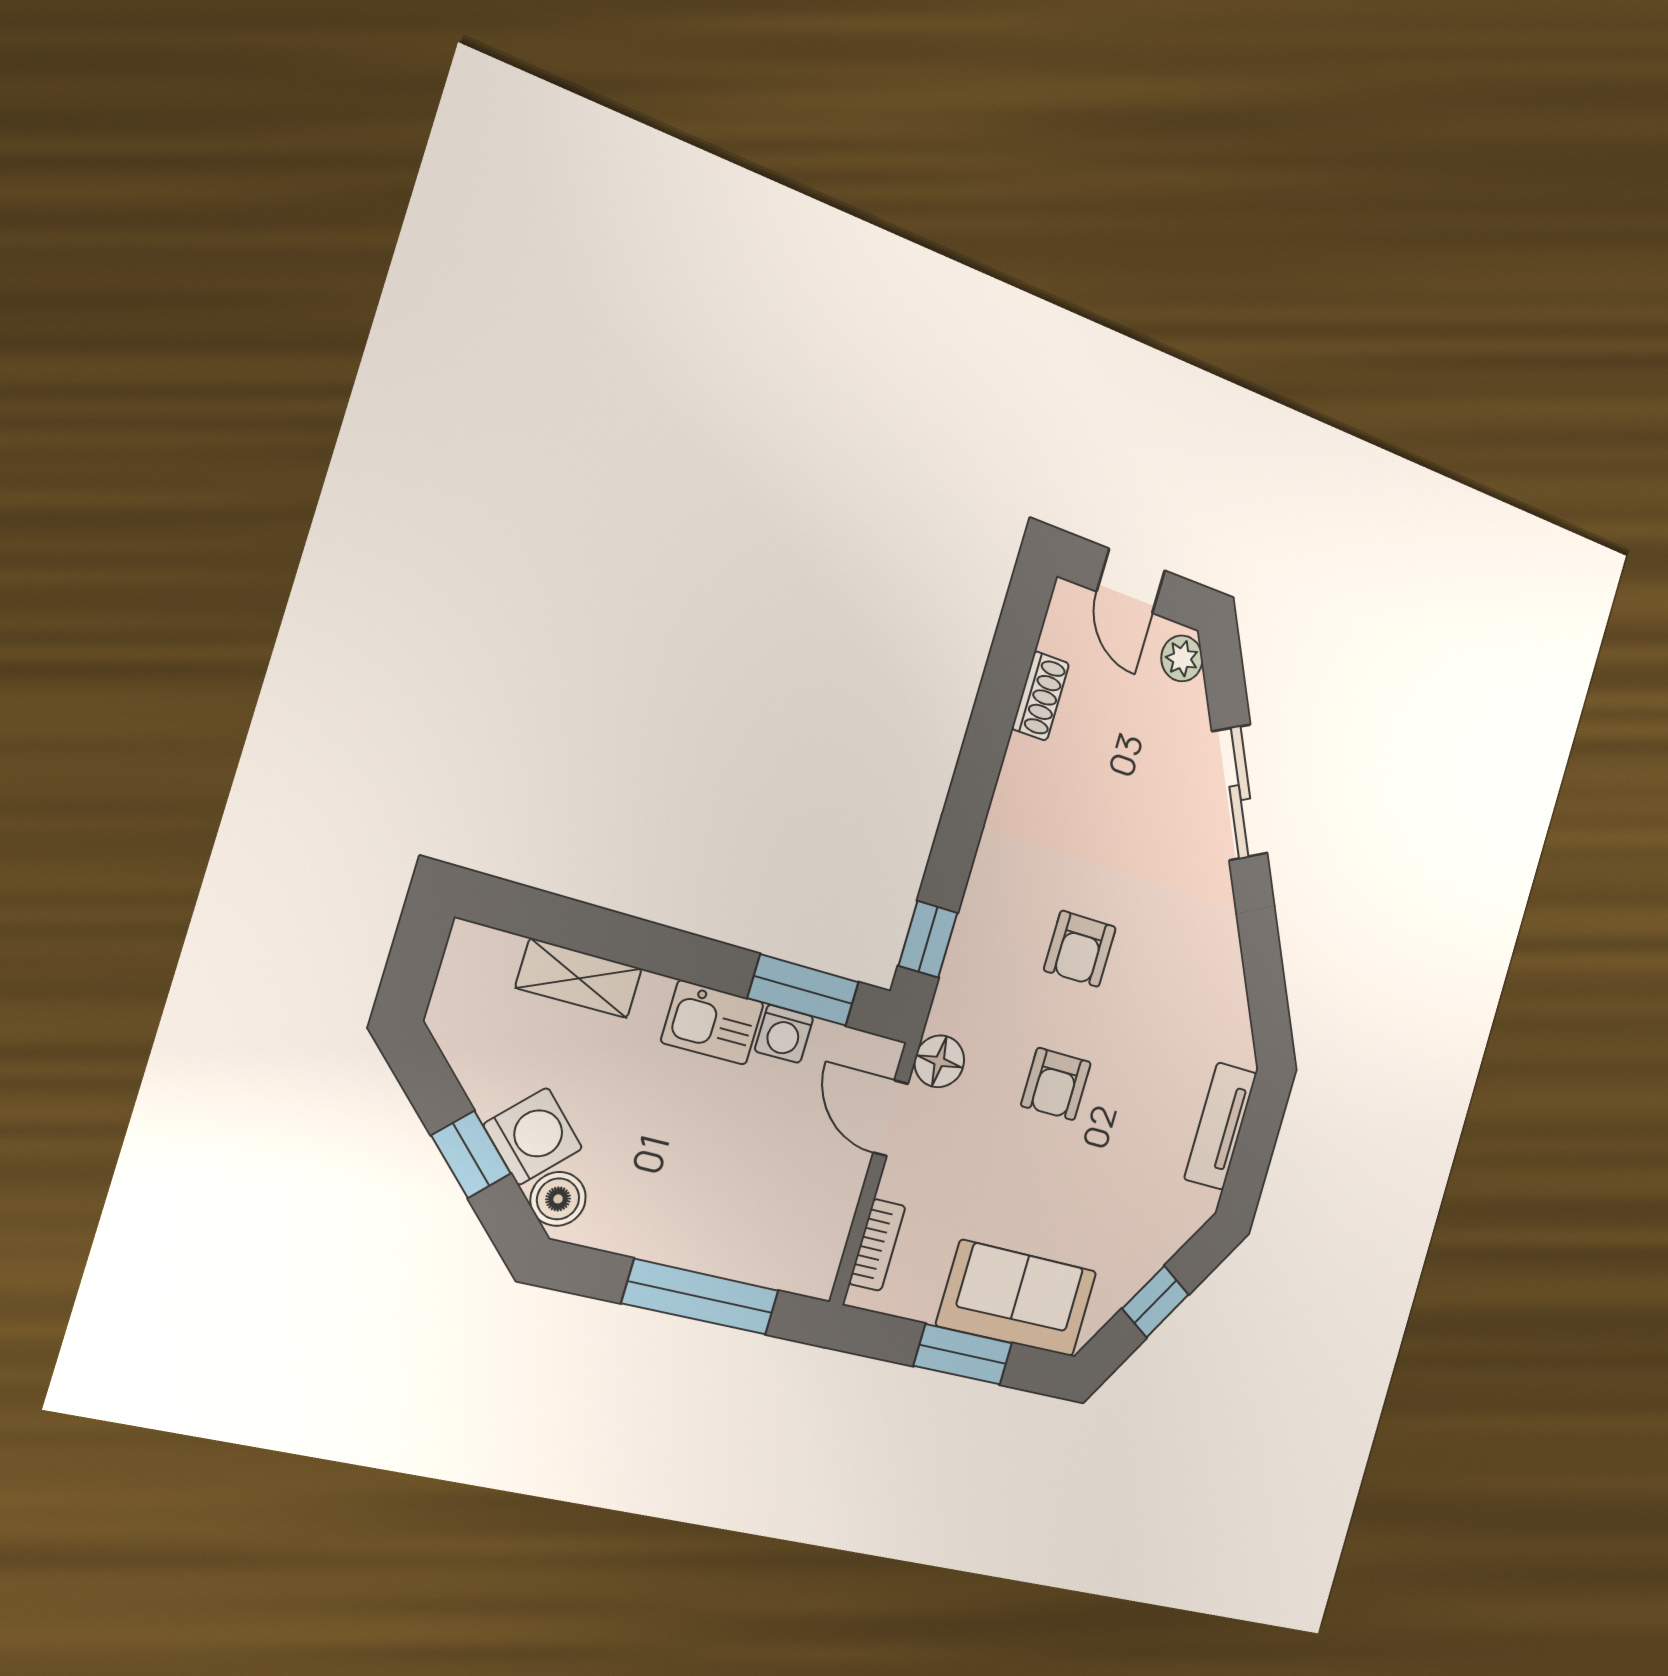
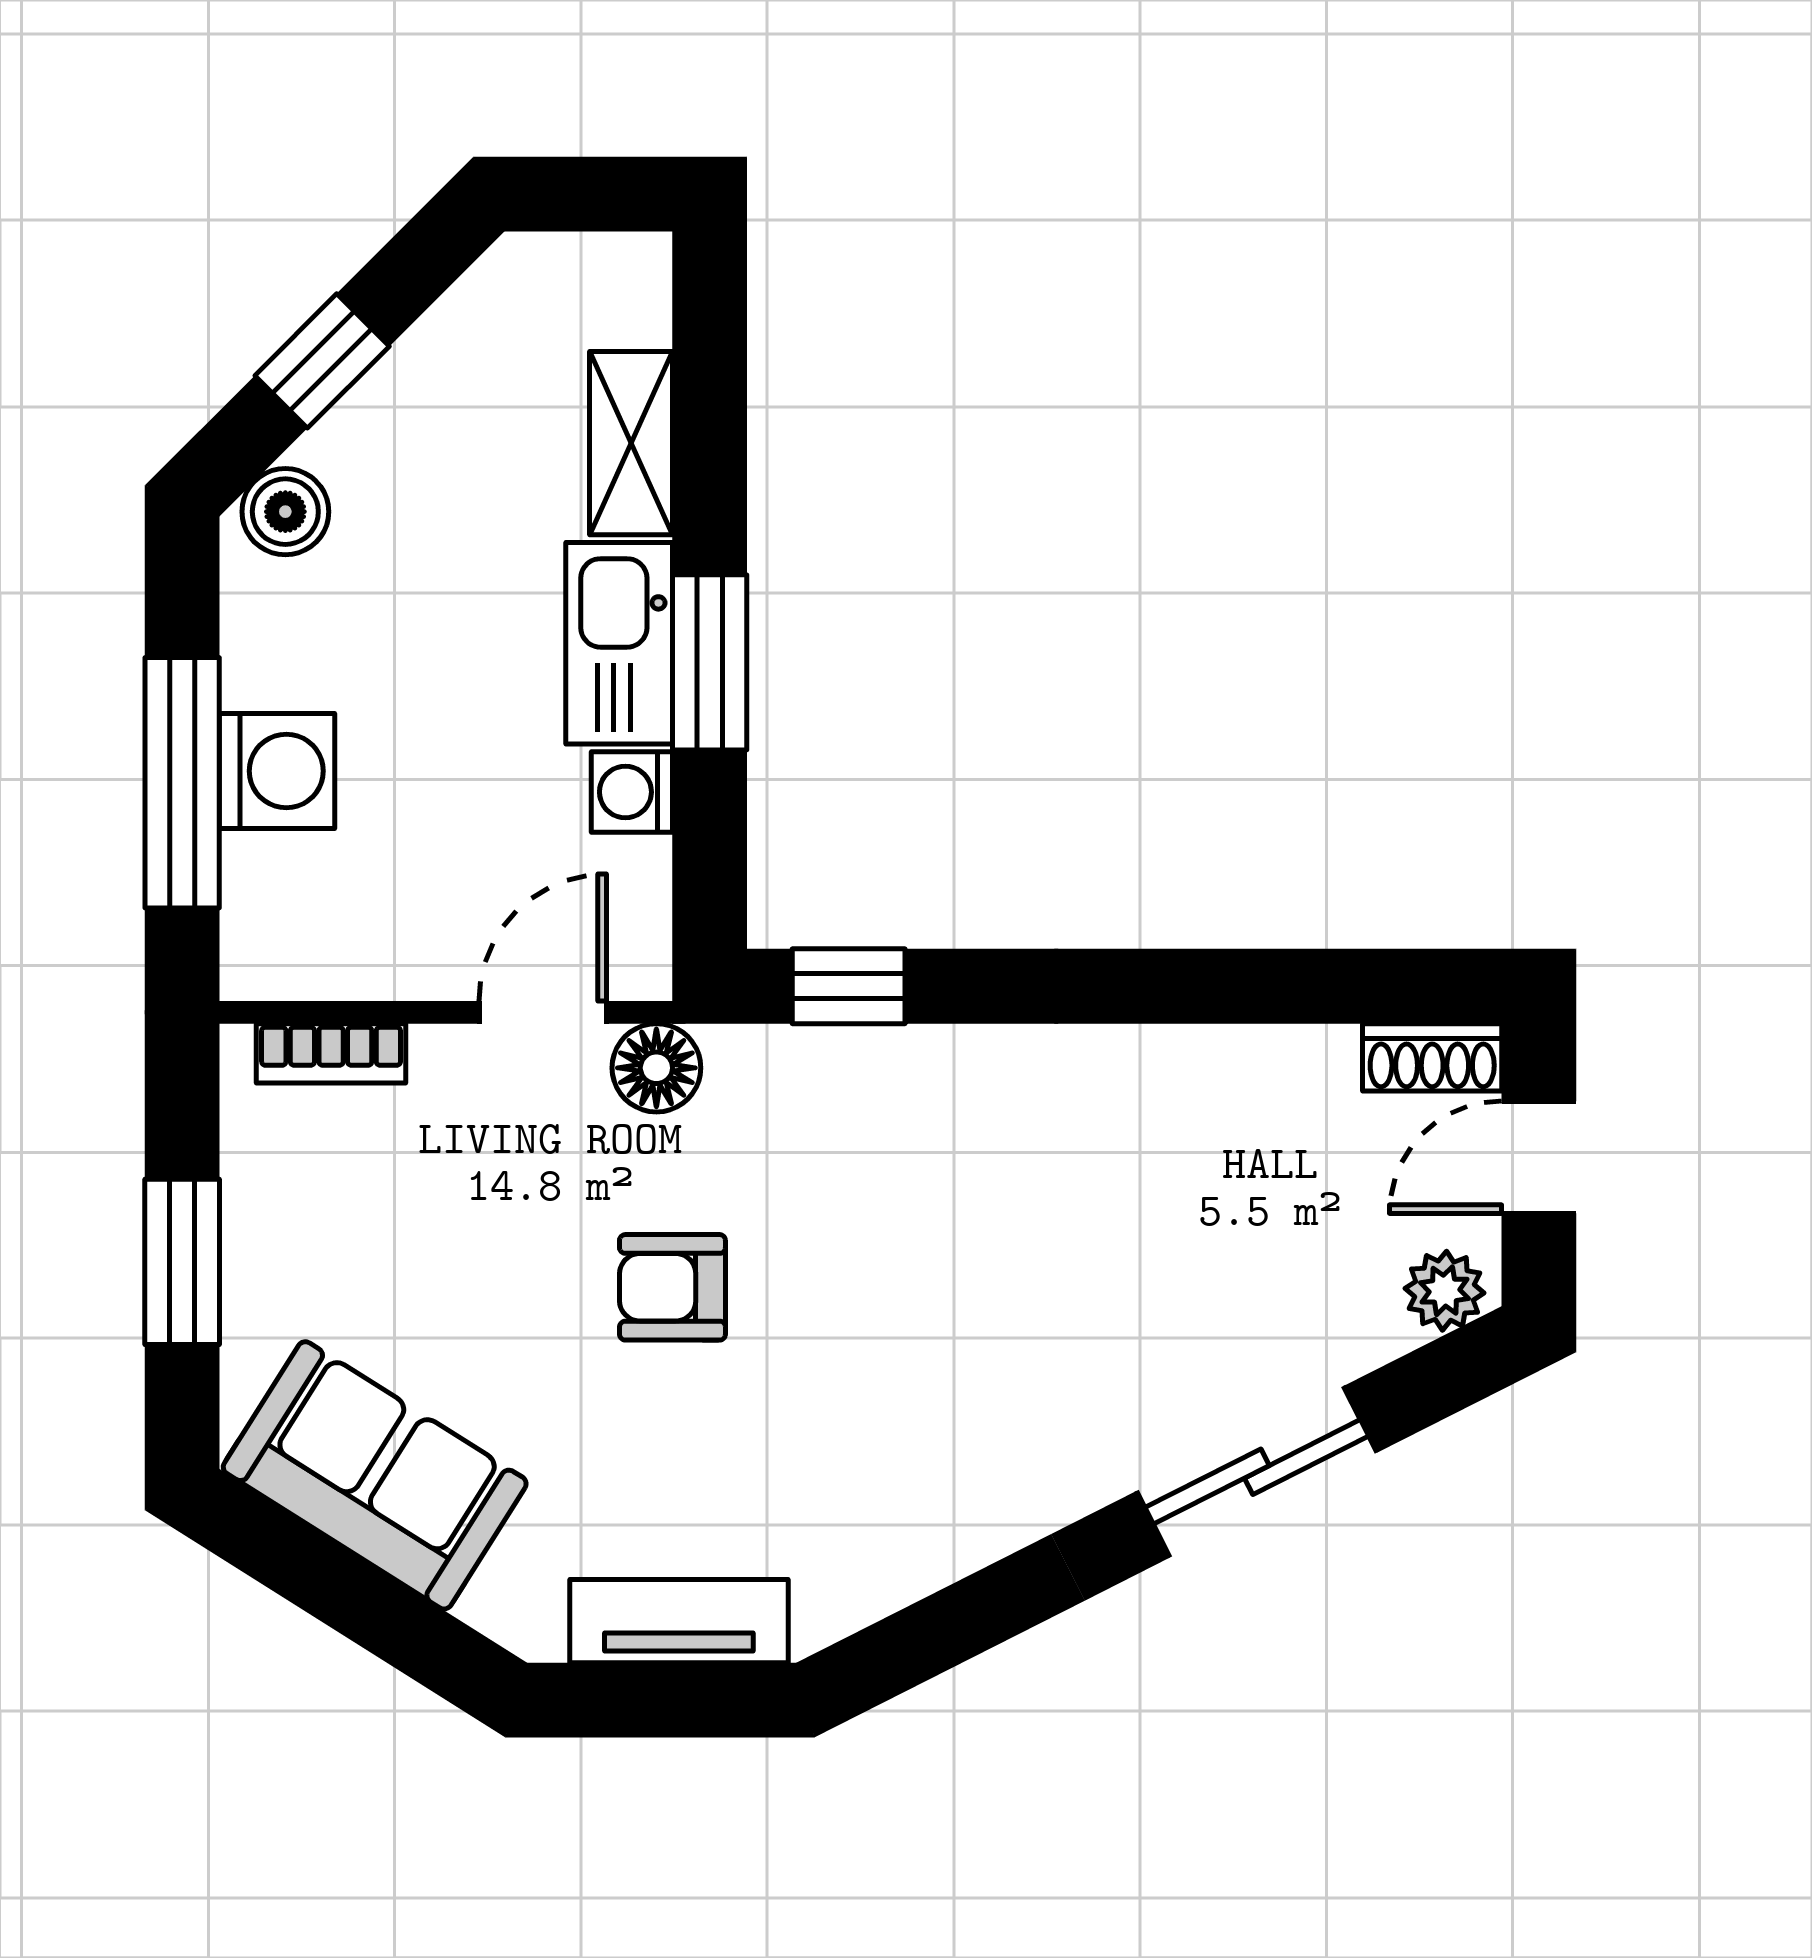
shoe rack: (1040, 696) -> (1432, 1057), moved
armchair: (1080, 949) -> (909, 1259), removed
window: (803, 990) -> (710, 662), moved
kitchen sink: (712, 1022) -> (619, 643), width x1.38
washing machine: (533, 1136) -> (277, 771), moved, turned -45
sofa: (1017, 1298) -> (375, 1475), moved, turned -58
window: (1156, 1302) -> (347, 1593), removed

